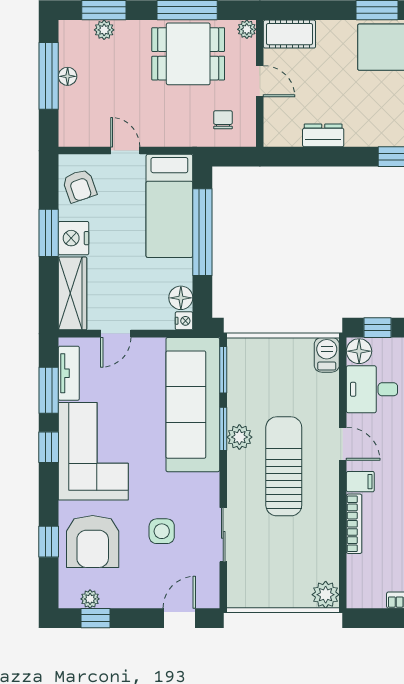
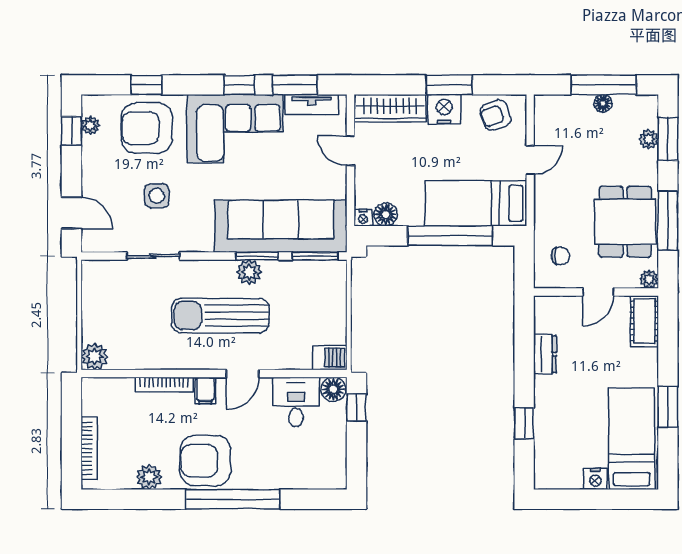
sun lounger: (284, 466) -> (220, 316), turned 180

